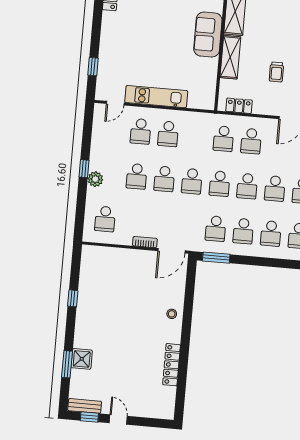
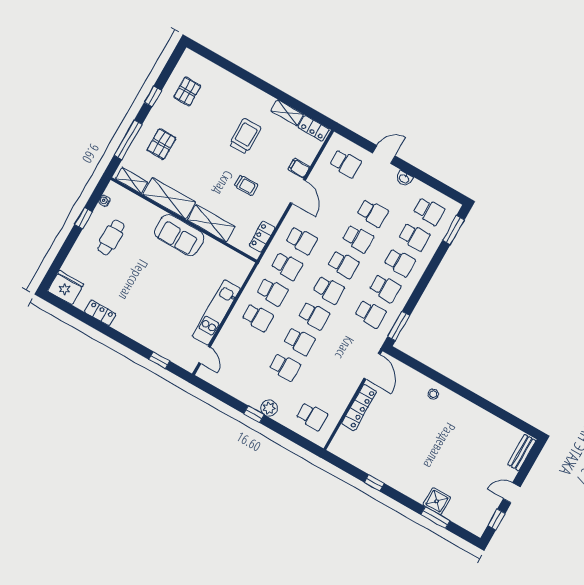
school desk: (141, 131) -> (272, 292), moved
bookcase: (145, 242) -> (352, 388), removed
locker: (172, 365) -> (359, 407), moved, turned -90
bench: (85, 406) -> (522, 453), moved

